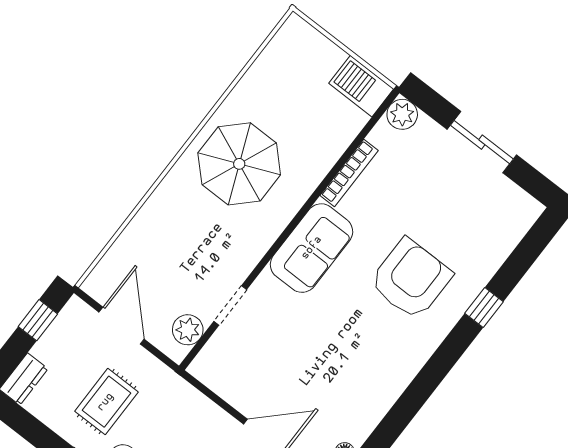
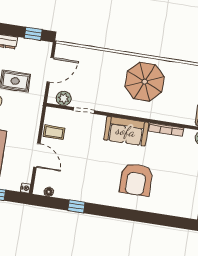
armchair: (411, 279) -> (136, 179), turned 90
window: (484, 307) -> (76, 206), moved
coffee table: (240, 382) -> (54, 132), added

